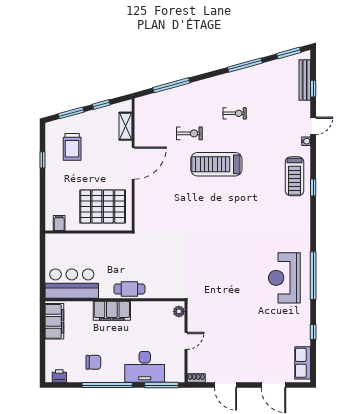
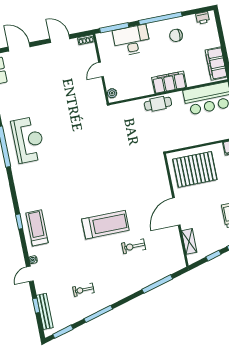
exercise bike: (235, 113) -> (83, 290), moved

